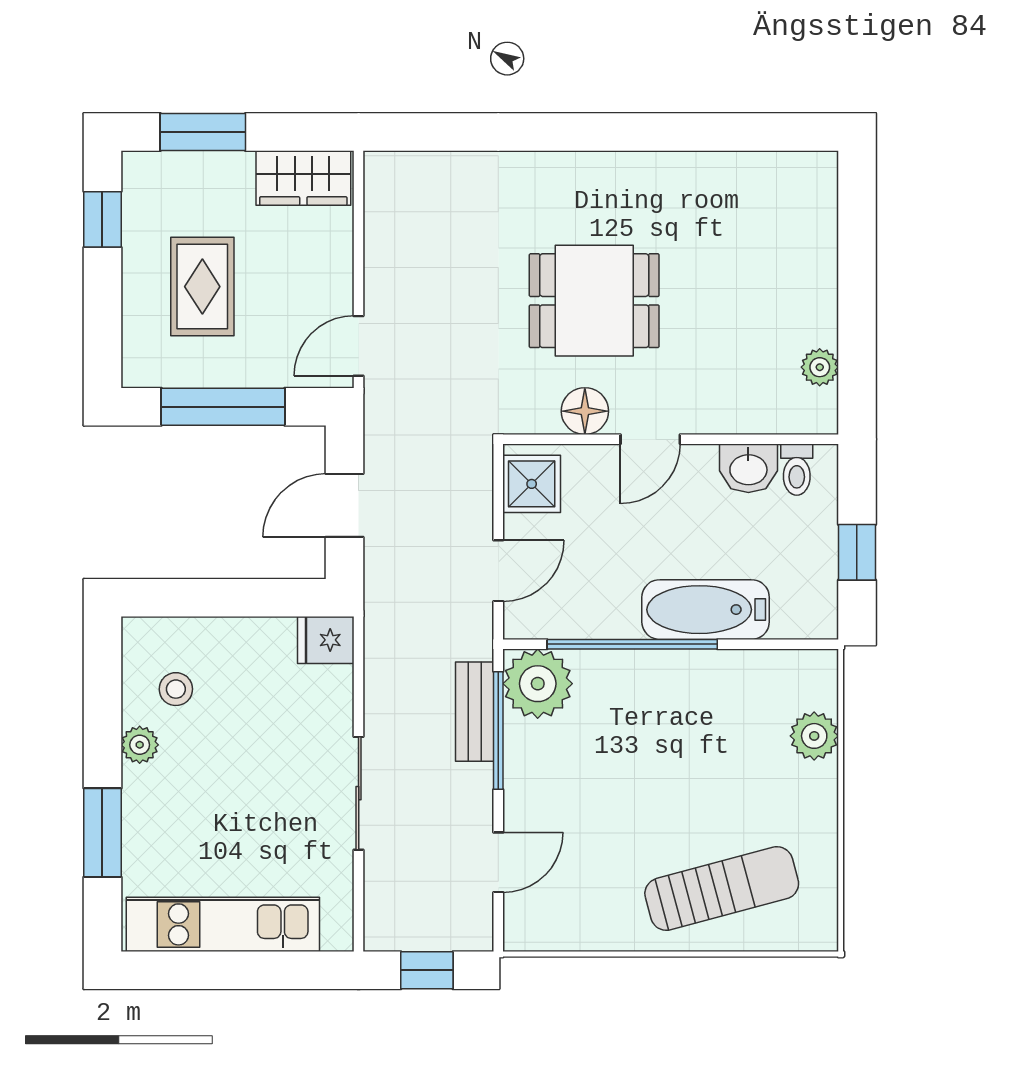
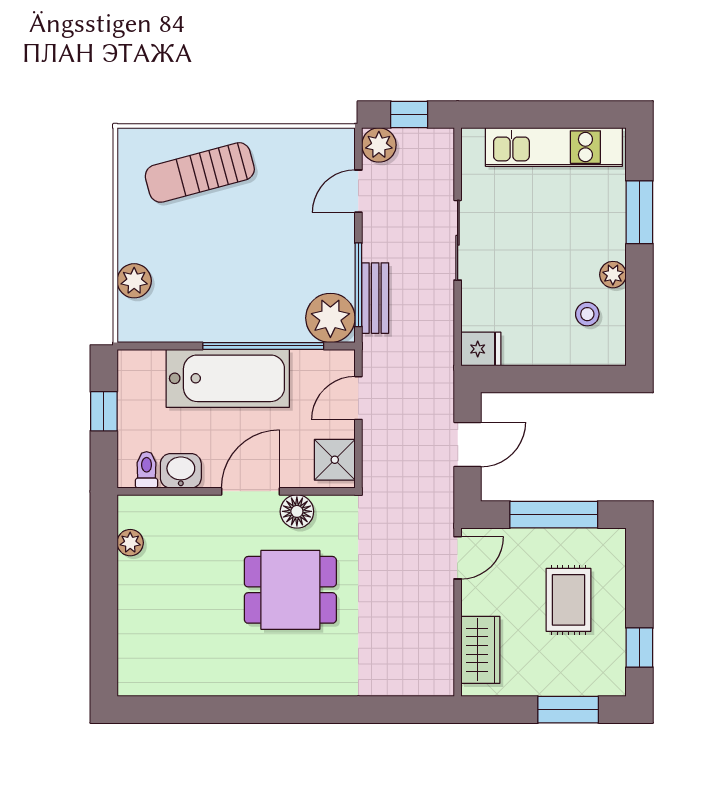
wardrobe: (303, 178) -> (480, 650), moved, turned 90
door: (650, 439) -> (251, 491), width x1.37
bathtub: (706, 610) -> (228, 378), width x1.36, depth x1.36
plant: (469, 927) -> (379, 145), added

